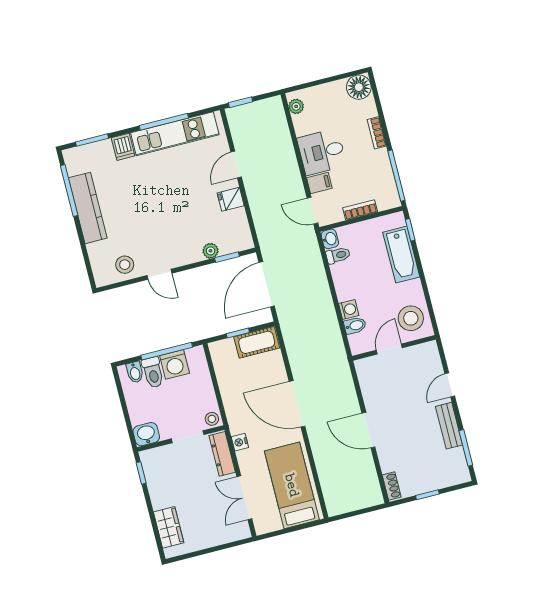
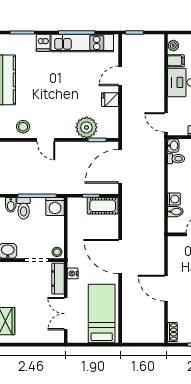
filing cabinet: (319, 183) -> (176, 61), moved
plant: (211, 251) -> (86, 127), width x1.88, depth x1.88
washing machine: (175, 364) -> (55, 207), moved

